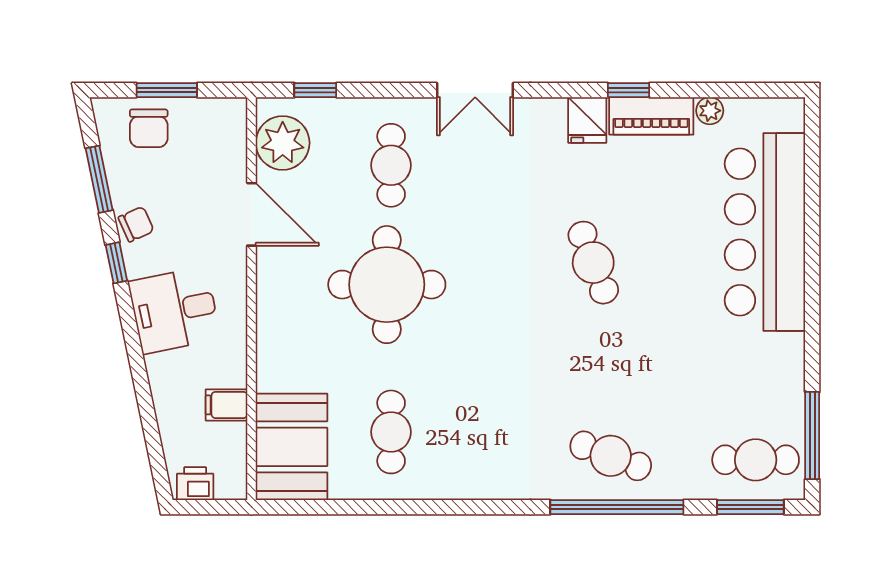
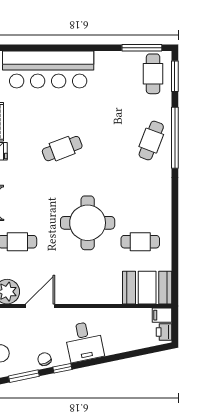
round table: (387, 285) -> (88, 223), moved
filing cabinet: (227, 405) -> (162, 315), moved, turned 90

